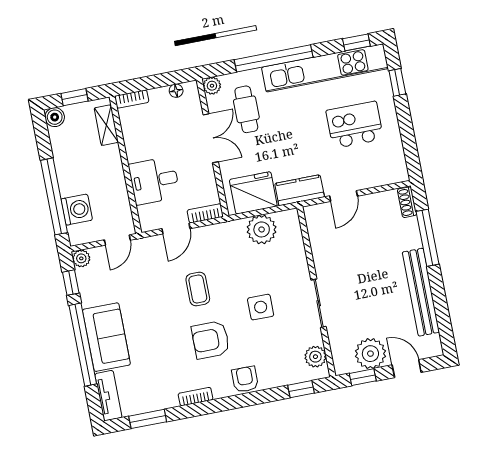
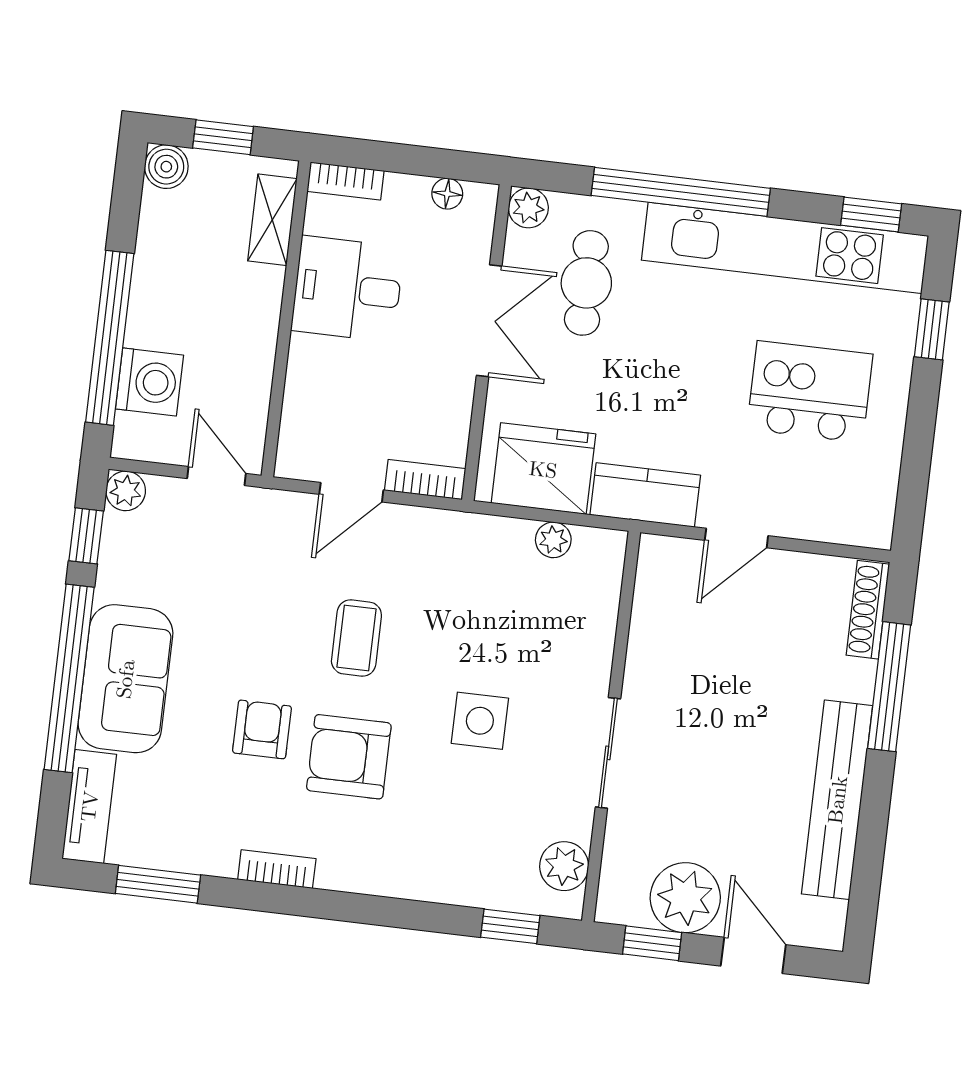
desk: (154, 181) -> (348, 289), moved
shoe rack: (407, 202) -> (868, 610), width x1.43
plant: (262, 229) -> (553, 540), width x0.53, depth x0.53
door: (117, 240) -> (216, 476), swing flipped
armchair: (245, 379) -> (262, 729), moved

